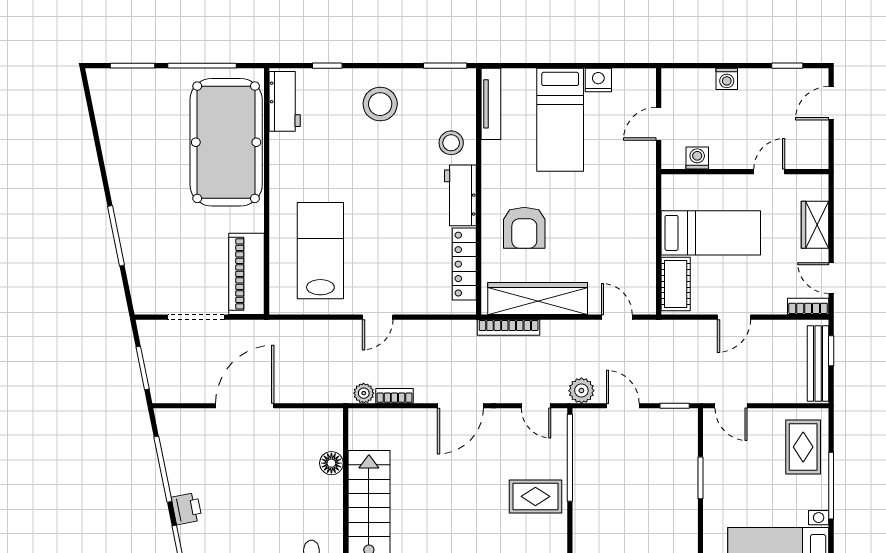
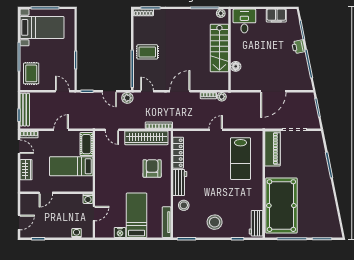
washing machine: (727, 79) -> (77, 233), moved
washing machine: (697, 158) -> (88, 199), moved

